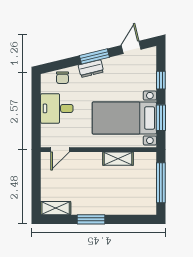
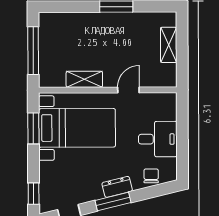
window: (161, 80) -> (34, 194), moved
door: (60, 150) -> (128, 90), moved
shelving: (56, 208) -> (169, 45), moved, turned 90

